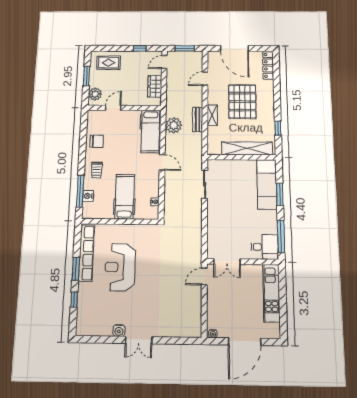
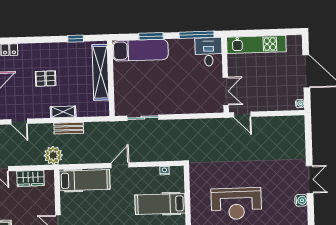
pallet: (242, 102) -> (46, 79), width x0.49, depth x0.50
plant: (174, 125) -> (53, 155), moved

